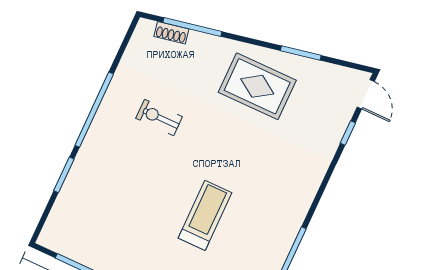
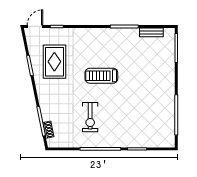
rug: (257, 86) -> (54, 62), moved
exercise bike: (159, 117) -> (90, 117), width x1.38, depth x1.39
treadmill: (205, 215) -> (101, 76), moved

